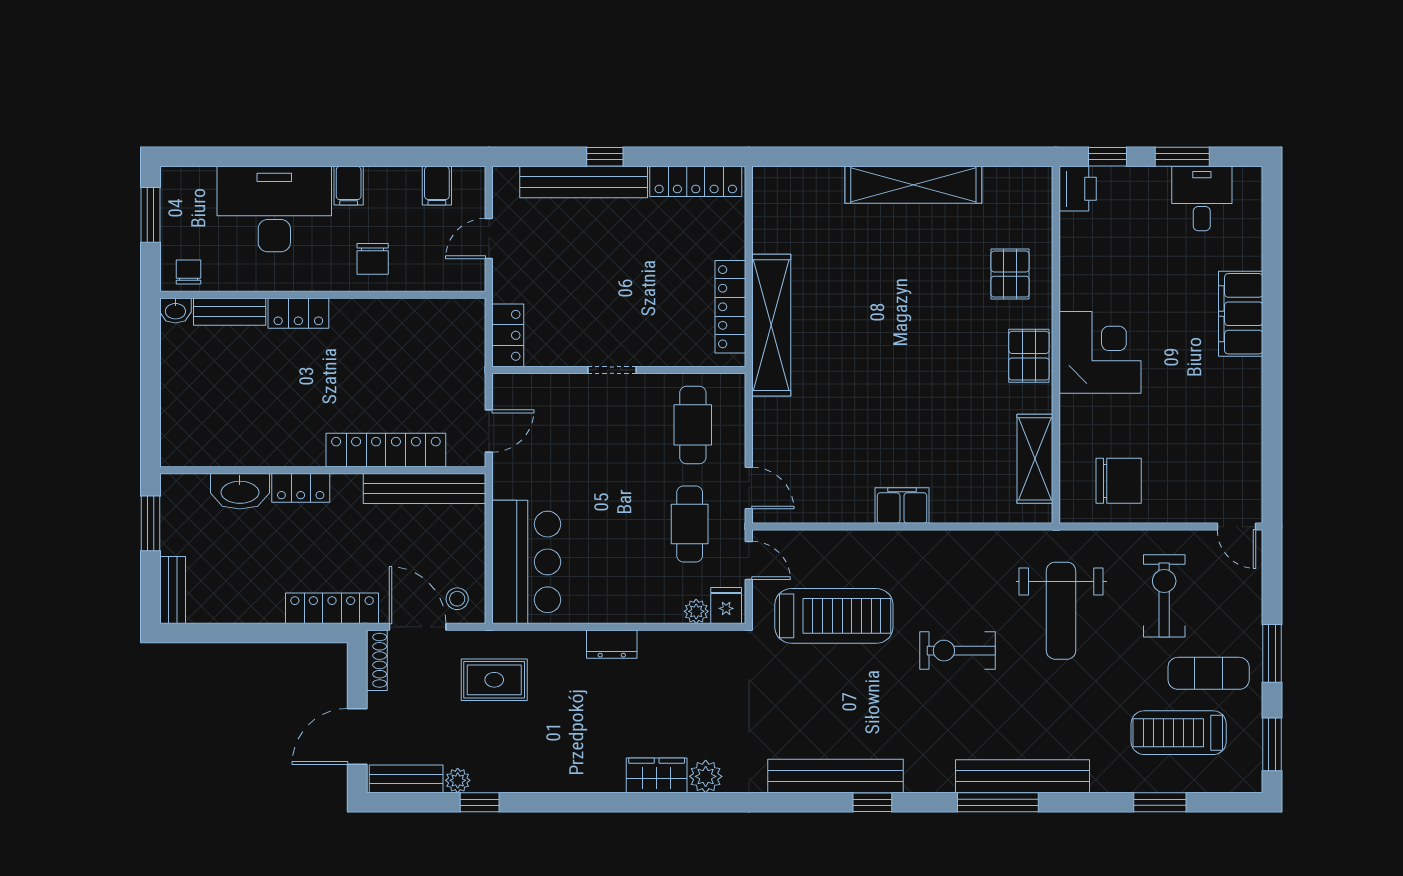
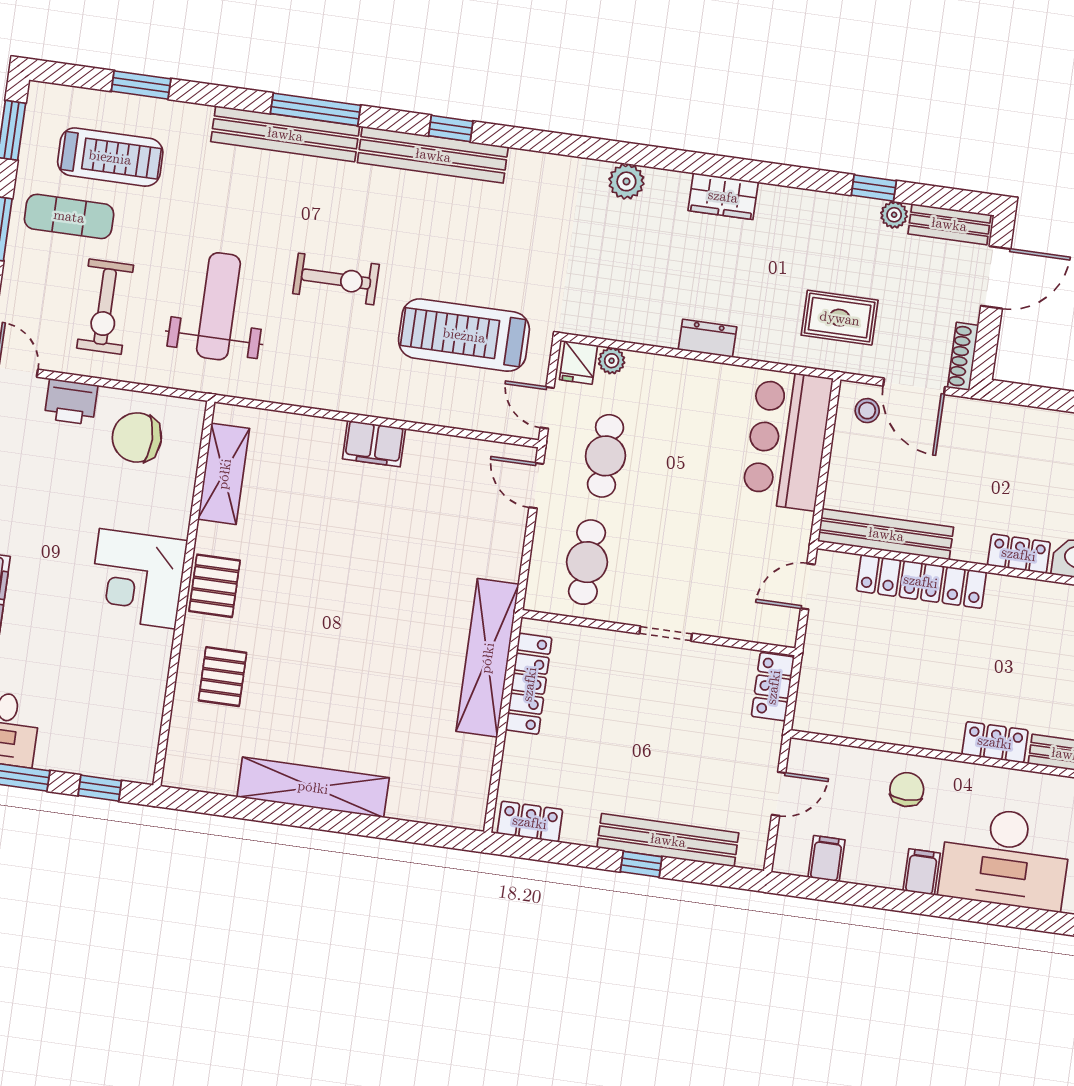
locker: (696, 181) -> (530, 822), width x0.66
printer: (1078, 189) -> (71, 402), moved, turned -90
locker: (332, 608) -> (1003, 419), removed
wardrobe: (657, 775) -> (723, 196), moved
bench: (835, 776) -> (433, 155), moved

